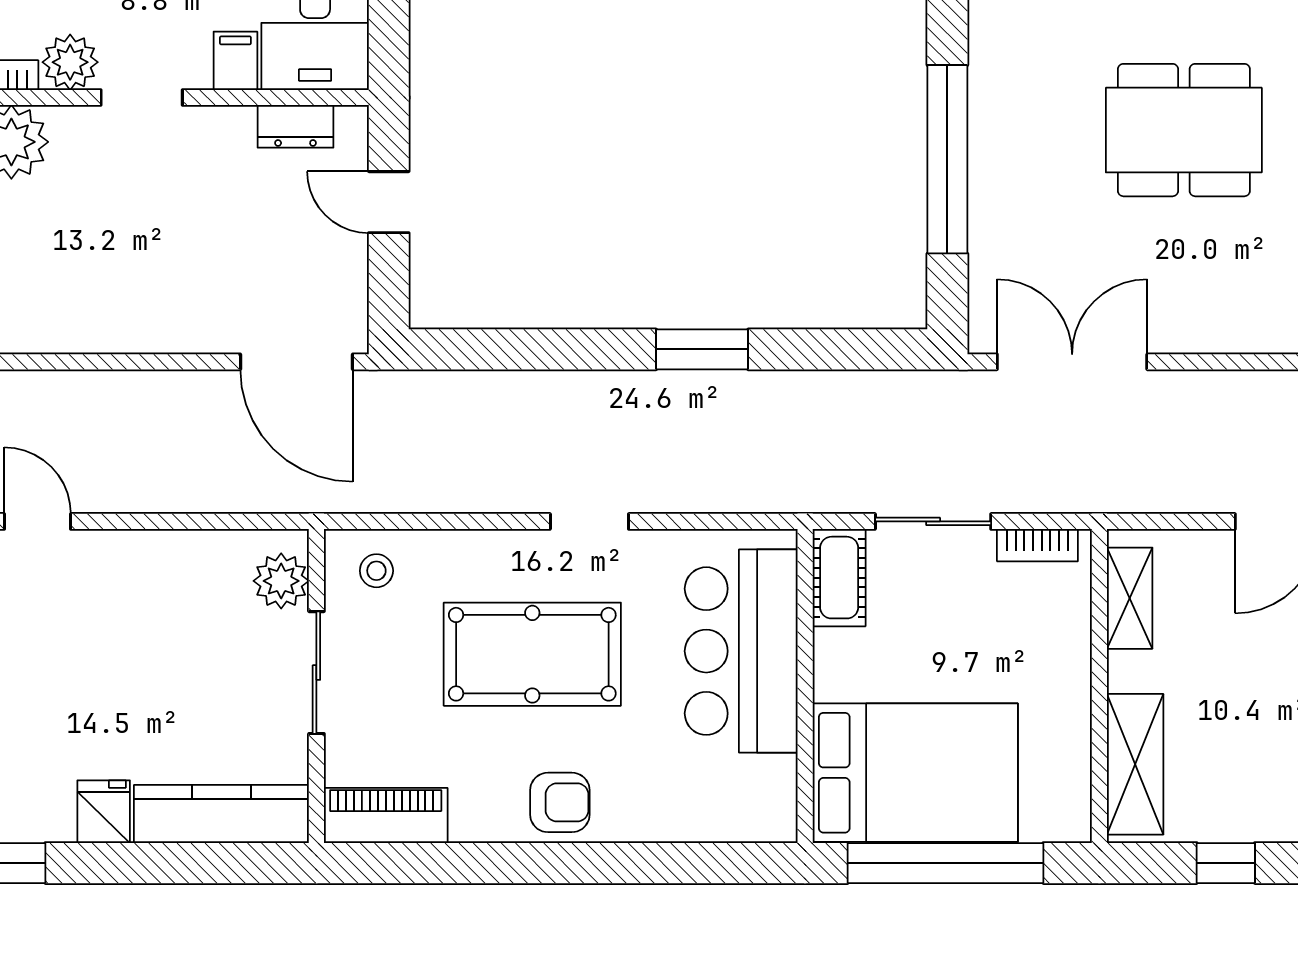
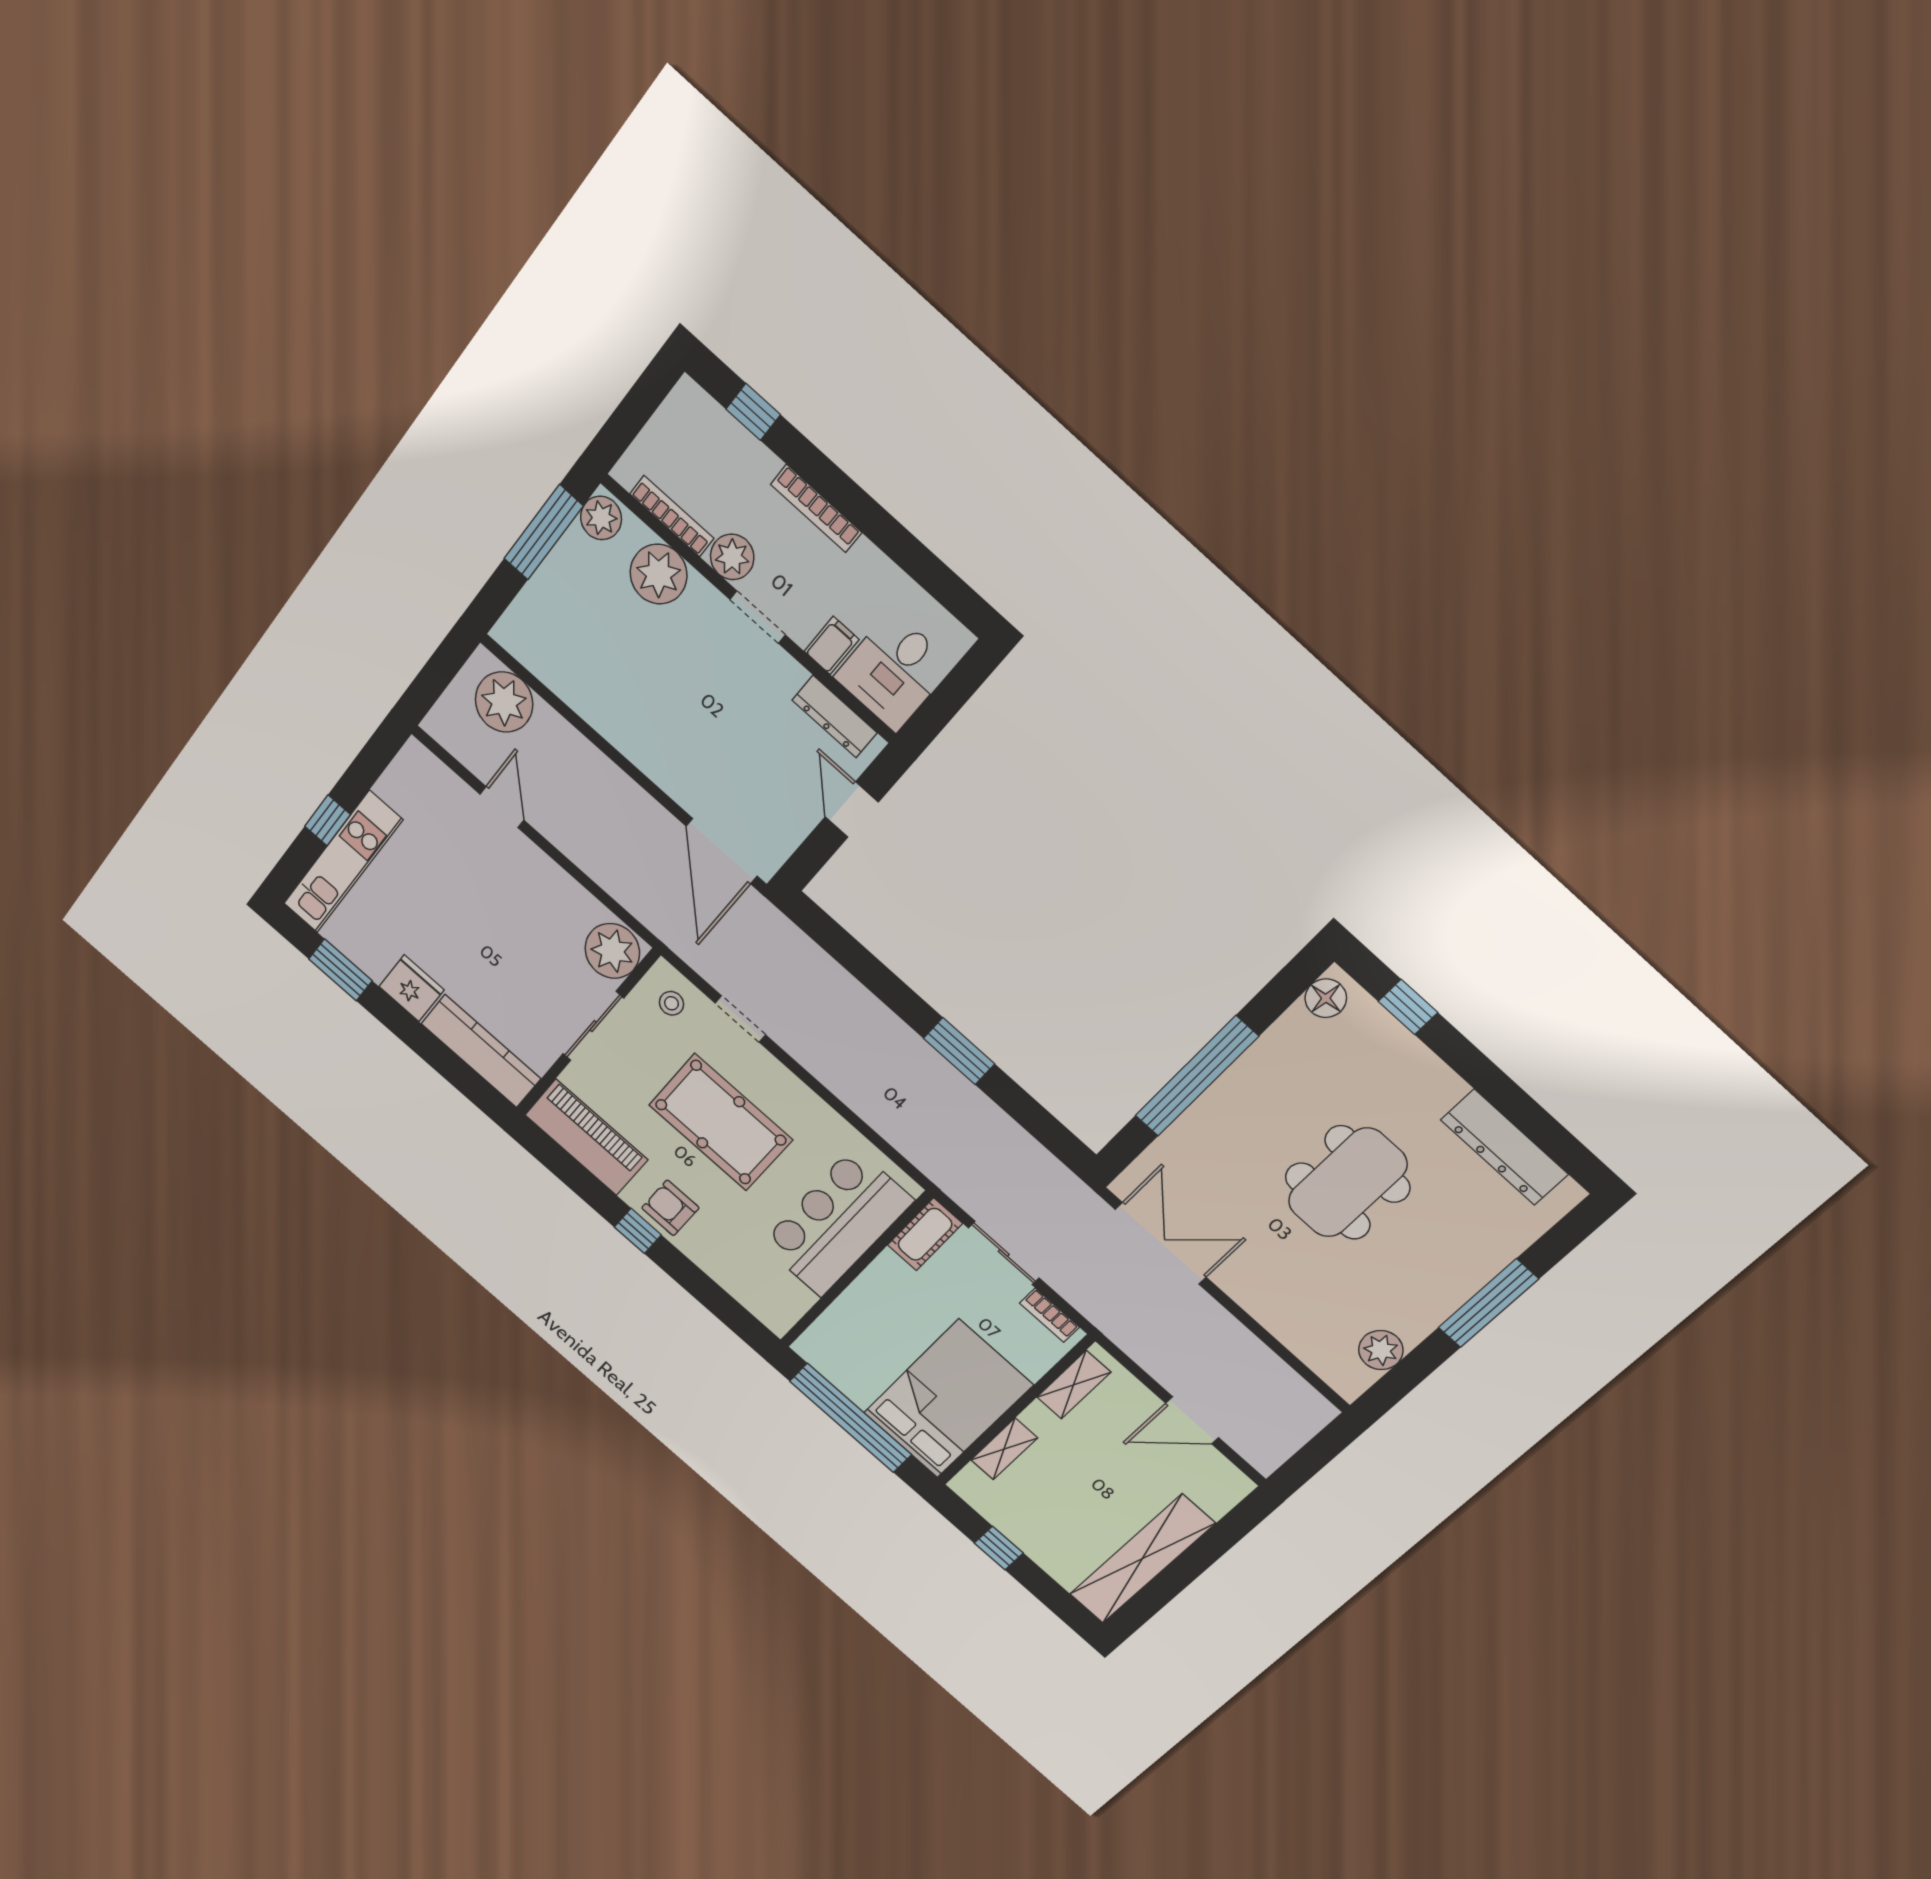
dresser: (296, 126) -> (835, 716), width x1.44
dining table: (1184, 130) -> (1348, 1183), turned 90
doorway: (589, 521) -> (740, 1019), moved
plant: (281, 581) -> (612, 951), width x1.36, depth x1.36
shelving: (1135, 764) -> (1004, 1449), width x0.67, depth x0.75
bed: (915, 773) -> (948, 1399), moved, turned -90
armchair: (560, 802) -> (670, 1208), turned 180
fridge: (104, 812) -> (412, 988), width x1.38
piano: (386, 815) -> (586, 1137), width x1.37, depth x1.33
window: (548, 863) -> (638, 1231), added

